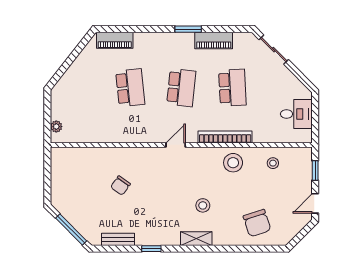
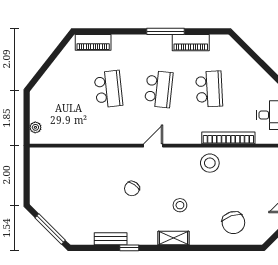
window: (188, 29) -> (166, 31), width x1.44
sliding door: (274, 50) -> (250, 52), removed
bookcase: (225, 137) -> (228, 138), moved
stool: (273, 163) -> (249, 163), removed
chair: (120, 186) -> (132, 189), moved
bench: (118, 239) -> (111, 239), moved

